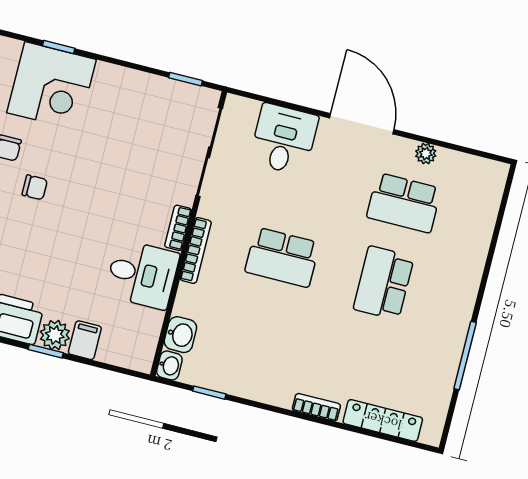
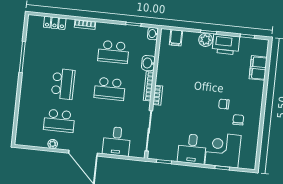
school desk: (404, 203) -> (59, 121), turned 180
school desk: (282, 257) -> (110, 89), turned 180
desk: (142, 274) -> (192, 149), moved, turned -90
washbasin: (180, 335) -> (148, 63), moved
school desk: (262, 337) -> (114, 52), added
filing cabinet: (85, 340) -> (176, 38), moved
locker: (383, 421) -> (55, 23), width x0.66

